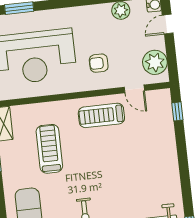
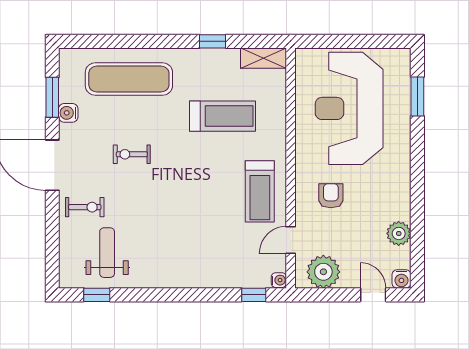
water cooler: (165, 94) -> (279, 280), added
treadmill: (101, 115) -> (260, 191), turned 180

